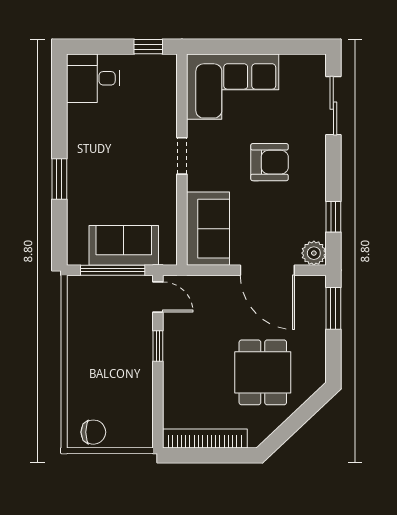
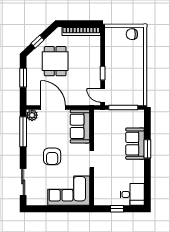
window: (148, 47) -> (117, 209), moved
armchair: (270, 162) -> (52, 156), turned -90
window: (333, 217) -> (23, 132), width x2.17
sofa: (124, 245) -> (135, 144), moved, turned 90
window: (333, 308) -> (23, 78), moved
window: (302, 416) -> (38, 42), added

